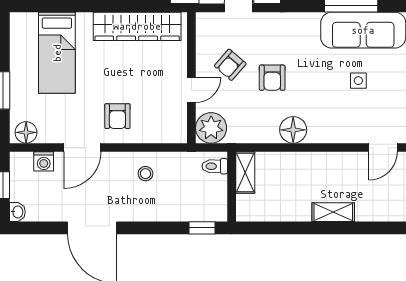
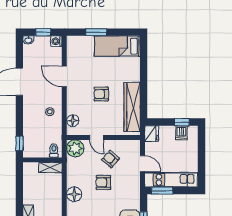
bed: (57, 53) -> (117, 46), moved
armchair: (117, 116) -> (101, 94), moved
floor lamp: (26, 132) -> (73, 121), moved
washing machine: (44, 161) -> (57, 41), moved

